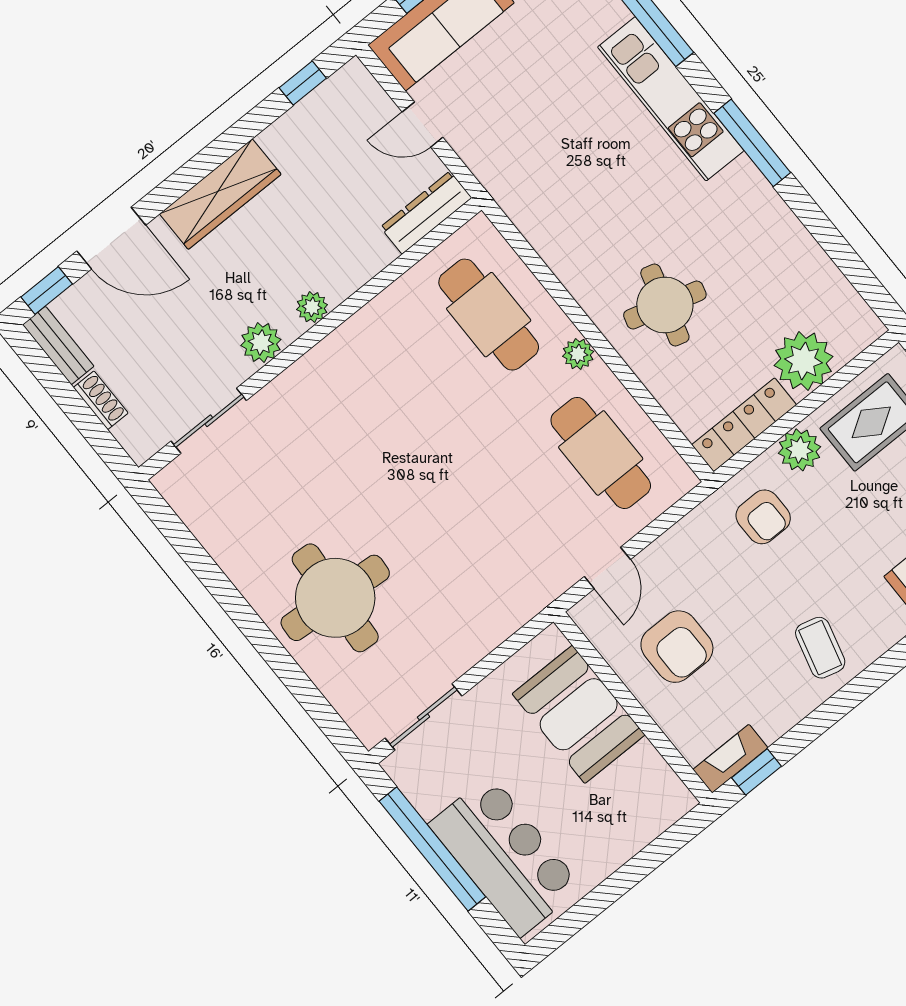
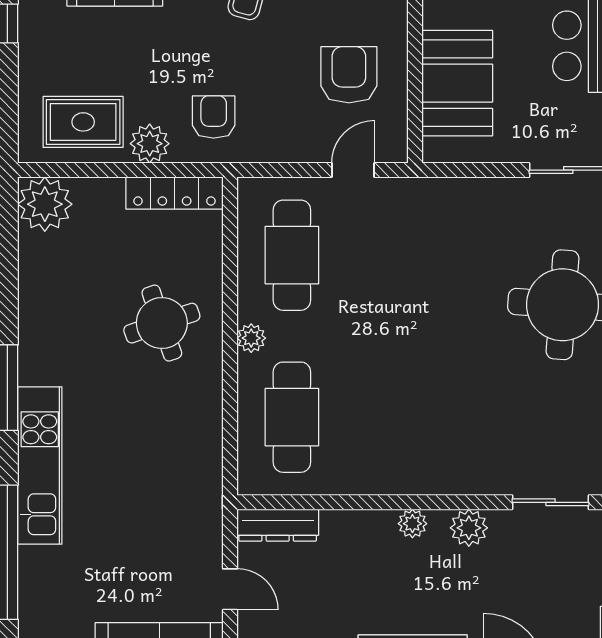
round table: (665, 305) -> (162, 323), turned -35
plant: (804, 361) -> (45, 204), moved

